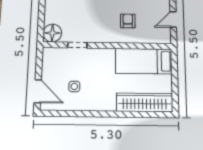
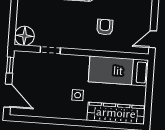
door: (173, 19) -> (153, 39), moved
window: (39, 61) -> (10, 65), added
side table: (74, 86) -> (78, 95), moved

